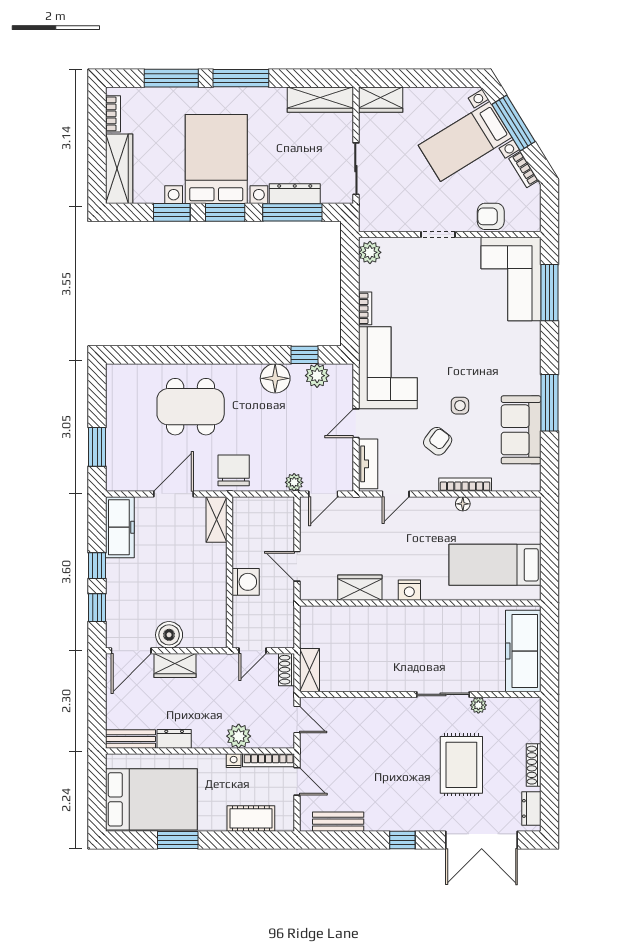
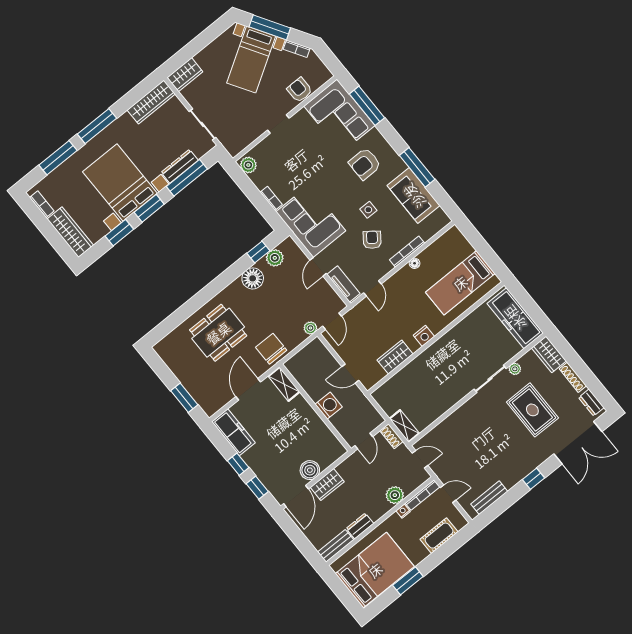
armchair: (491, 216) -> (300, 90), turned 90
armchair: (496, 353) -> (365, 164), added
wardrobe: (528, 720) -> (549, 354), added

